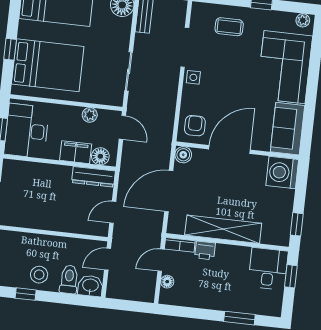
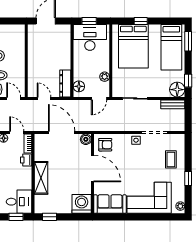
filing cabinet: (76, 152) -> (80, 70), removed
shelving: (223, 229) -> (41, 178), width x0.68

